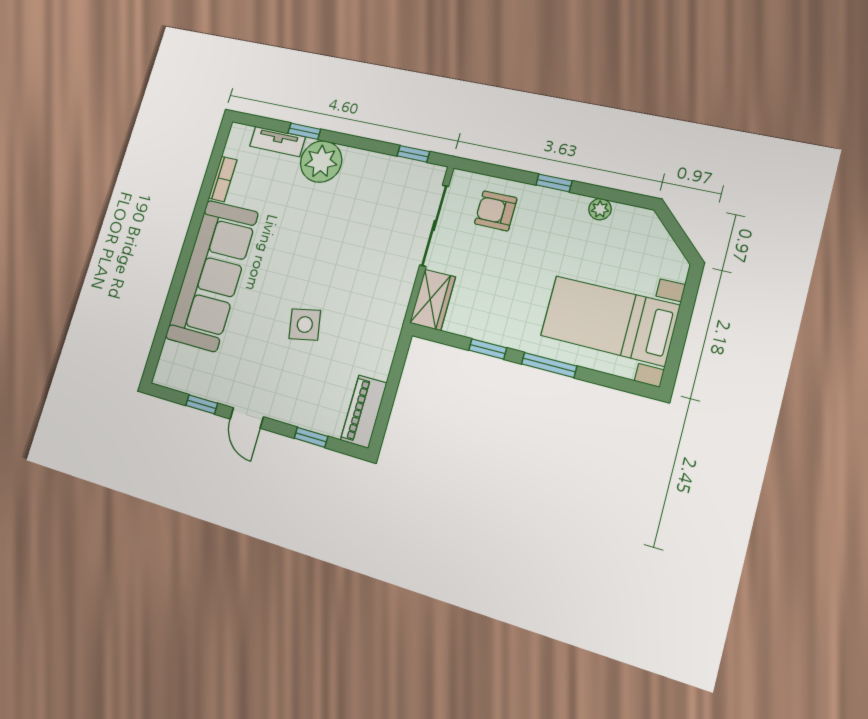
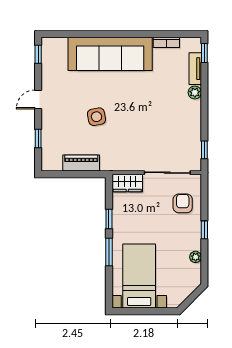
window: (304, 131) -> (204, 53), moved
plant: (321, 161) -> (195, 92), width x0.53, depth x0.53
window: (202, 404) -> (38, 54), moved
piano: (364, 412) -> (81, 163), moved

